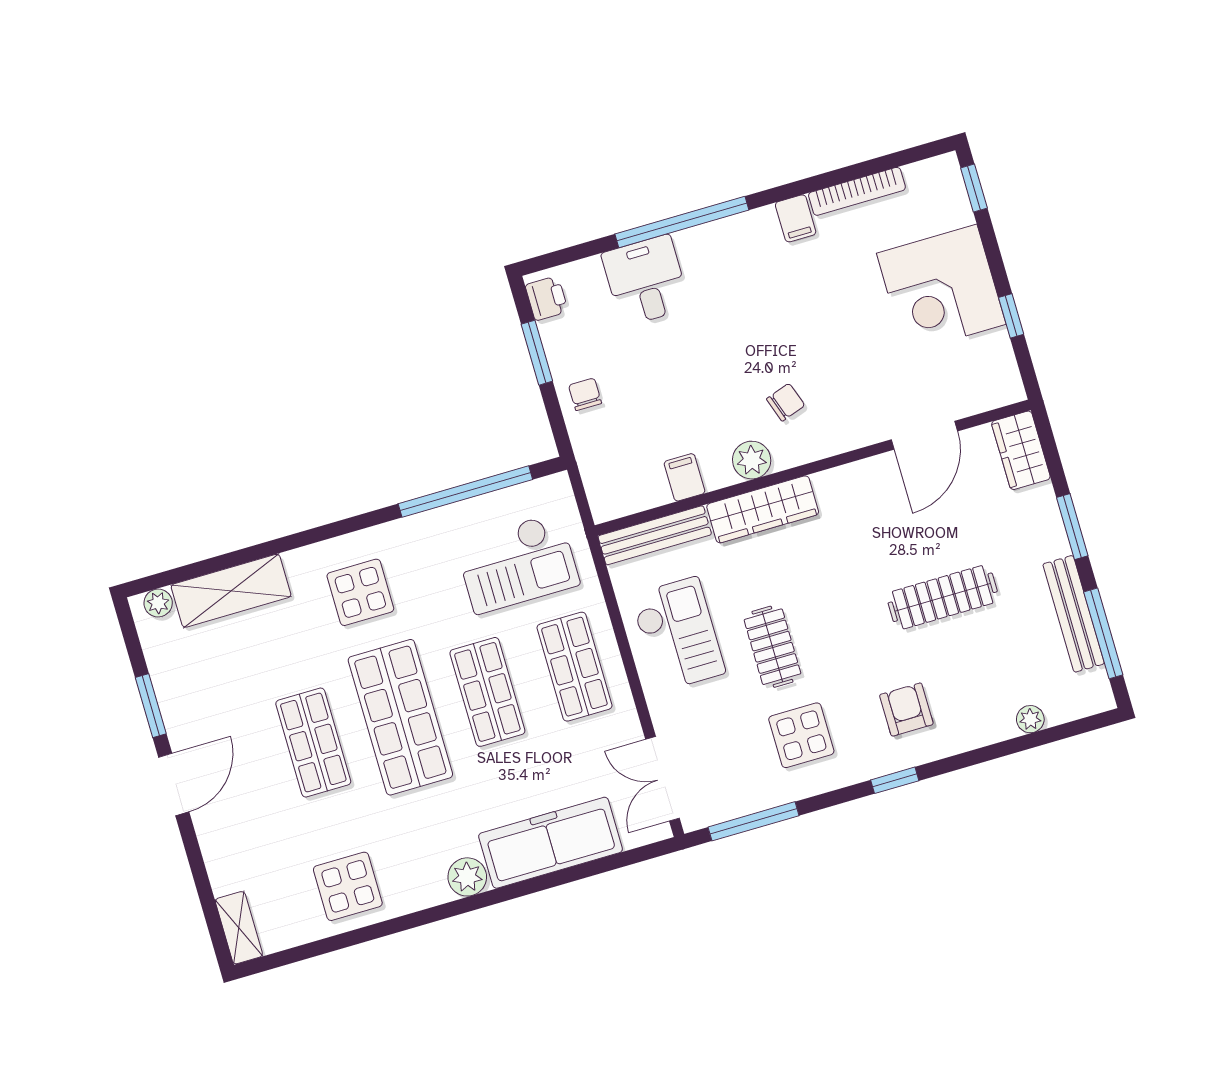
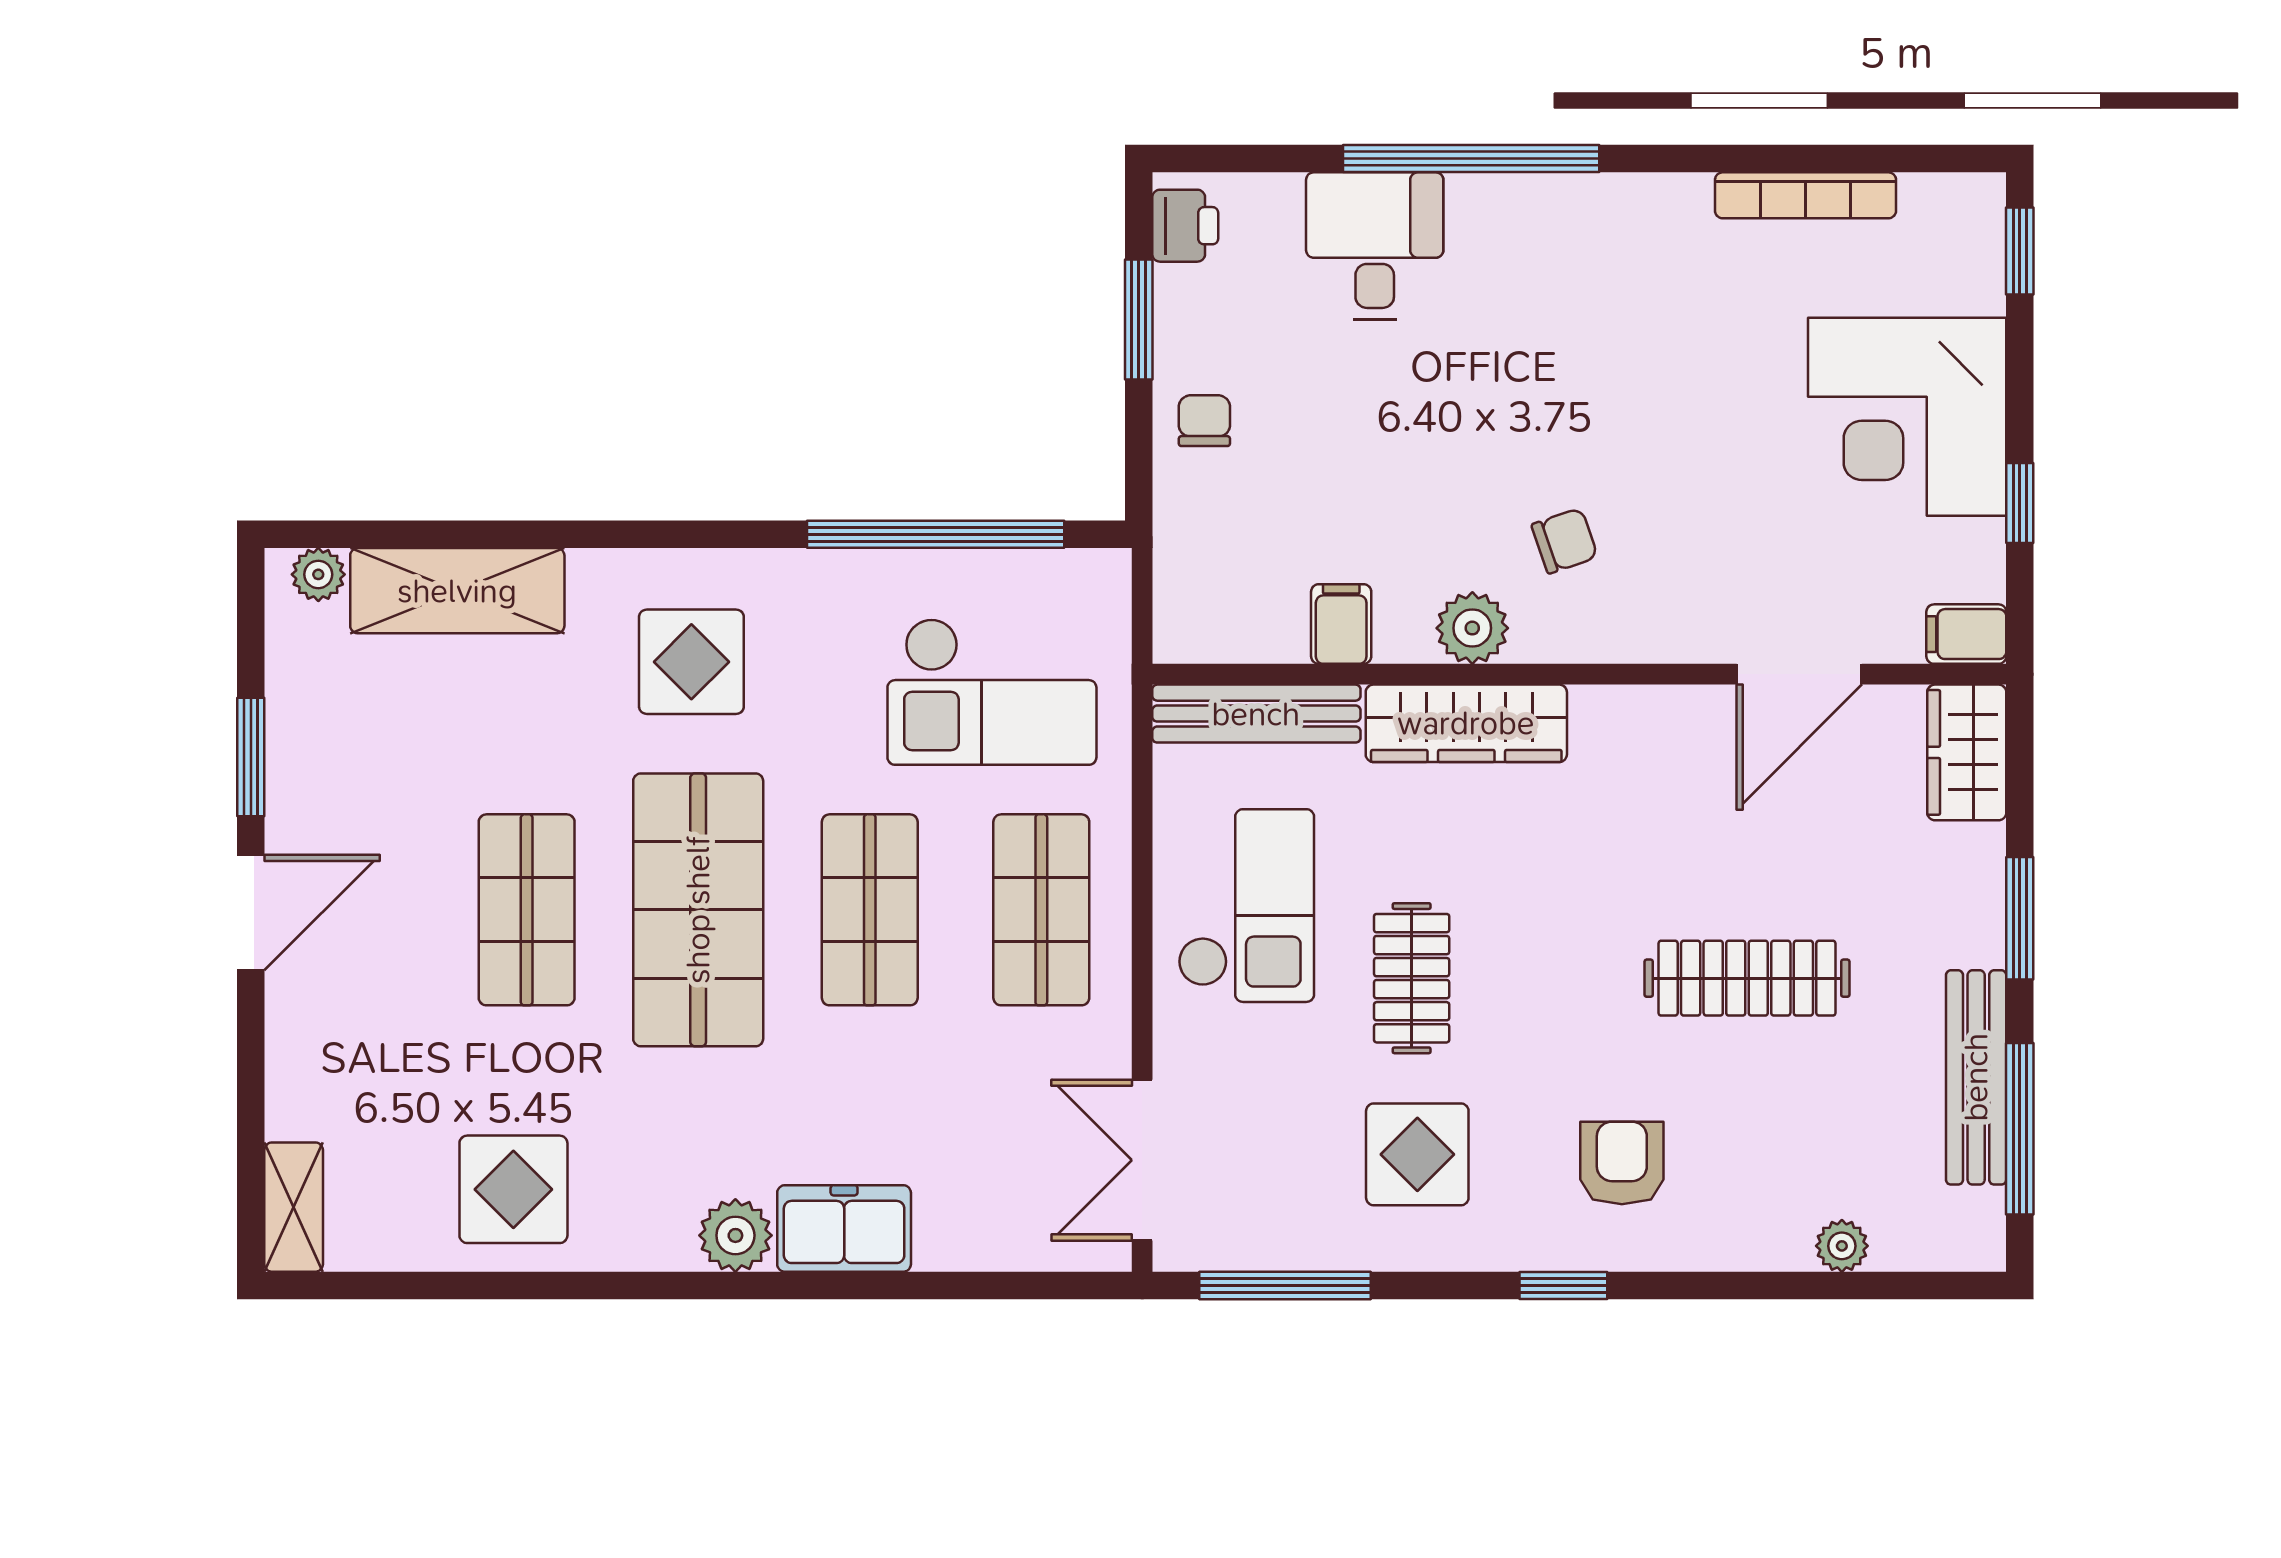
filing cabinet: (796, 218) -> (1966, 634), moved, turned 90
freezer: (551, 843) -> (844, 1228), width x0.52, depth x0.79

